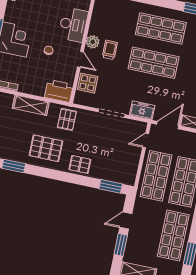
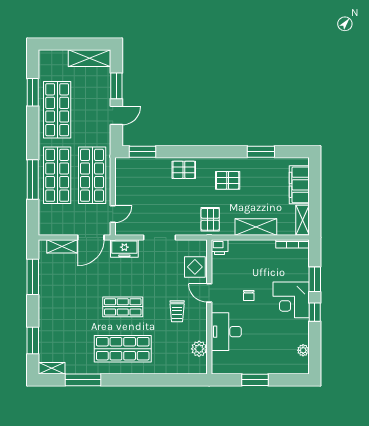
plant: (93, 42) -> (199, 349), moved
shop shelf: (154, 63) -> (123, 307), width x0.70, depth x0.74
printer: (59, 91) -> (220, 247), width x0.53, depth x0.68
pallet: (46, 148) -> (228, 180), width x0.67, depth x0.71

